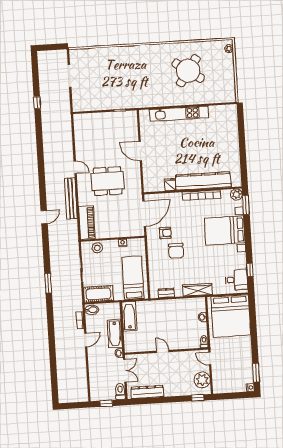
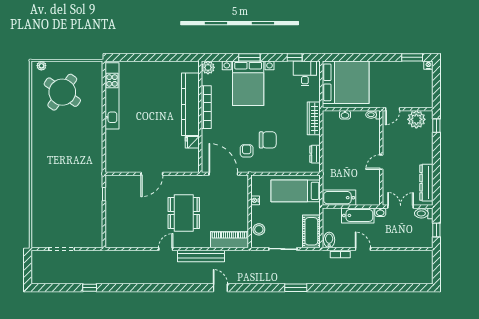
round table: (188, 71) -> (62, 92), moved
kitchen unit: (179, 114) -> (112, 96), moved
window: (246, 205) -> (249, 57), moved

